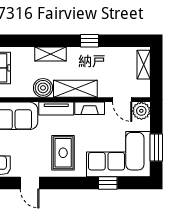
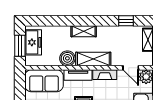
window: (90, 41) -> (126, 21), moved
shelving: (50, 54) -> (84, 31), moved

